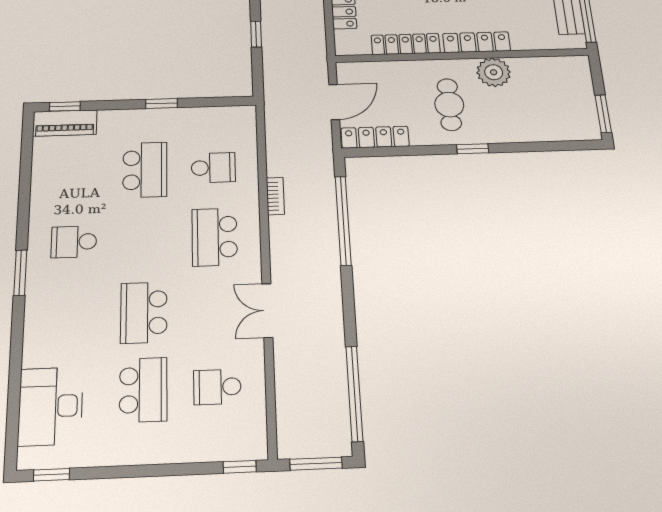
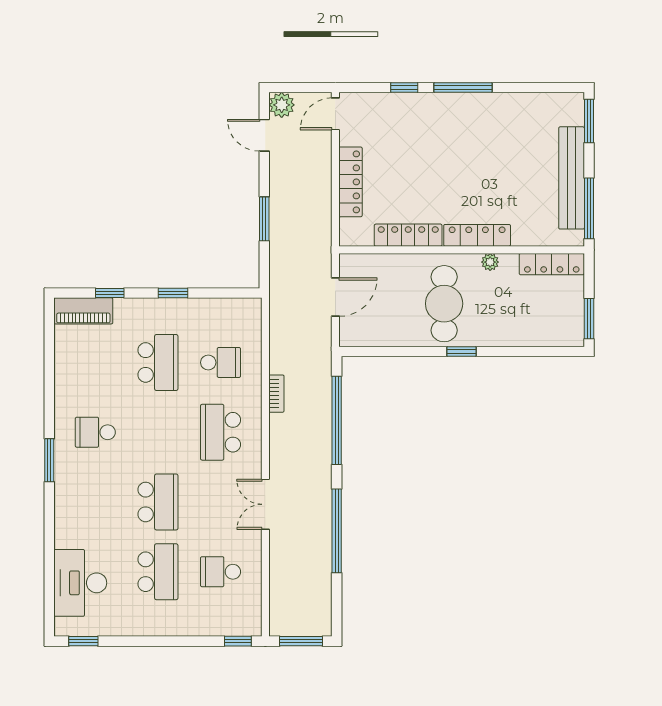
window: (256, 34) -> (264, 219), width x1.50
plant: (494, 72) -> (490, 262), width x0.53, depth x0.53
cafe table: (449, 105) -> (444, 304), width x1.37, depth x1.35
window: (65, 106) -> (110, 293), moved
locker: (375, 137) -> (552, 264), moved, turned 180
school desk: (144, 313) -> (158, 502), turned 180
window: (354, 393) -> (337, 531), moved

